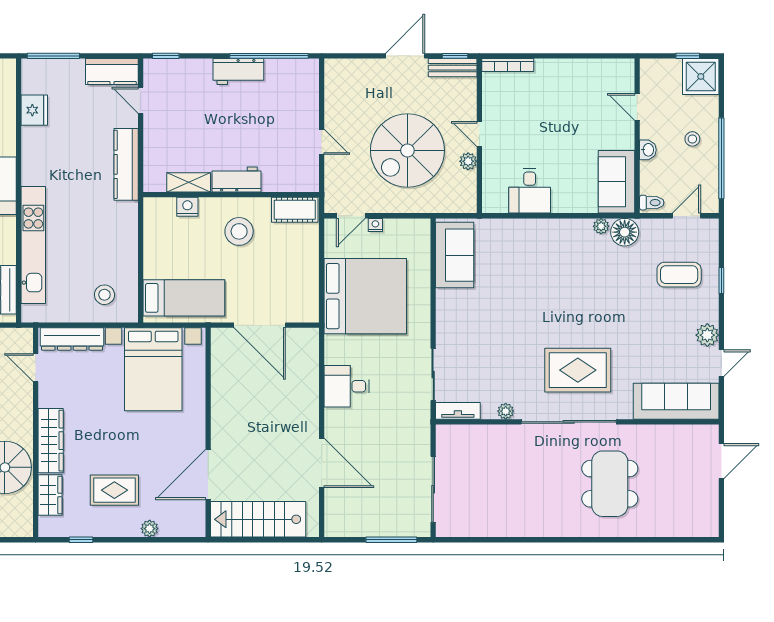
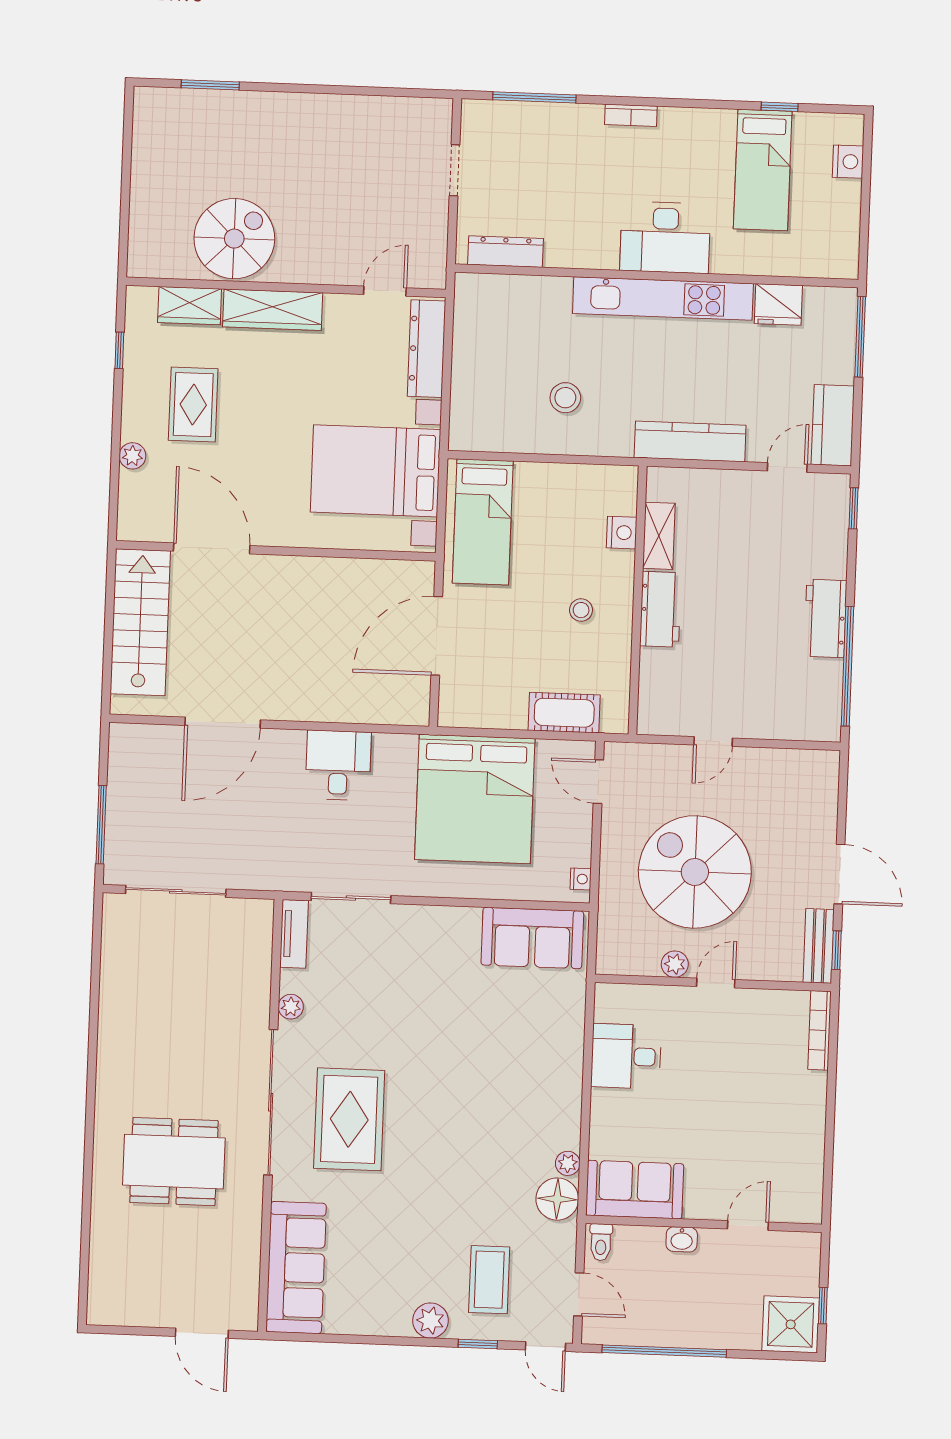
stool: (692, 139) -> (696, 1308), removed
cot: (295, 210) -> (564, 713), moved, turned 90
nightstand: (375, 225) -> (581, 879), moved
stool: (239, 231) -> (581, 610), width x0.53, depth x0.53
kitchen unit: (33, 245) -> (663, 298), moved
stool: (104, 295) -> (565, 398), moved
plant: (707, 335) -> (430, 1321), moved
door: (721, 363) -> (545, 1347), moved

